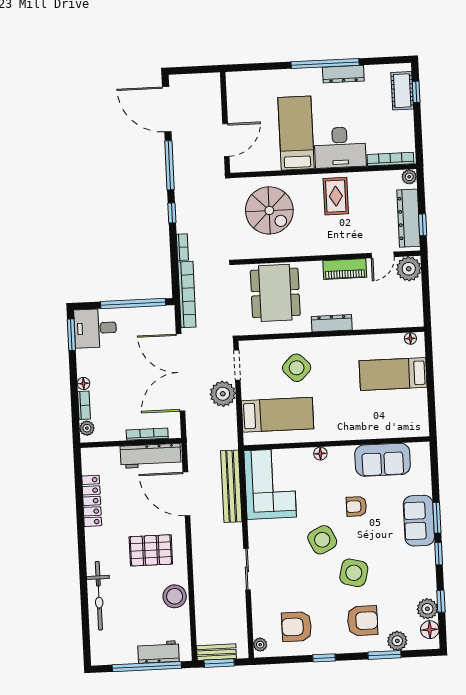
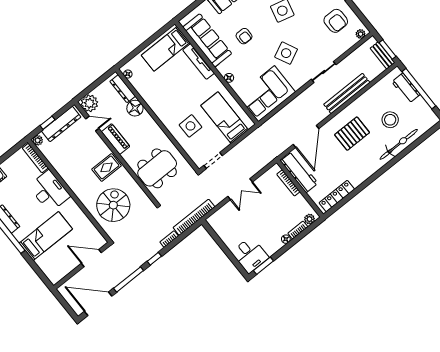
door: (167, 109) -> (98, 304), swing flipped
bed: (296, 133) -> (46, 236), moved, turned 180
rug: (336, 196) -> (107, 167), moved
window: (423, 225) -> (48, 123), moved
window: (133, 304) -> (221, 244), removed
floor lamp: (364, 318) -> (135, 108), added
dresser: (332, 323) -> (123, 89), moved
side table: (297, 368) -> (190, 126), turned 45
double door: (181, 372) -> (240, 189), width x0.54
bed: (393, 374) -> (166, 49), moved, turned 90
plant: (223, 394) -> (235, 157), removed
tv unit: (365, 432) -> (199, 61), added
sofa: (383, 460) -> (207, 40), width x1.36
bench: (231, 486) -> (347, 93), moved
locker: (92, 501) -> (337, 196), moved
side table: (322, 540) -> (286, 53), moved
pallet: (151, 550) -> (352, 134), turned 90
stool: (175, 596) -> (390, 120), moved

